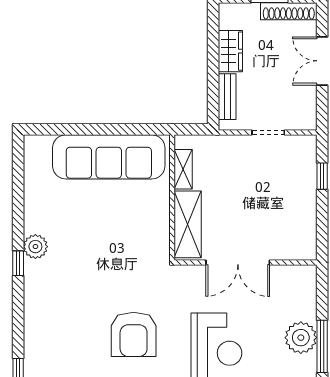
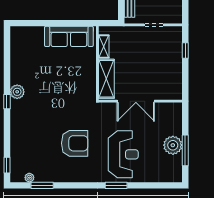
sofa: (109, 157) -> (69, 36), width x0.74, depth x0.79
armchair: (134, 334) -> (75, 143), turned -90

